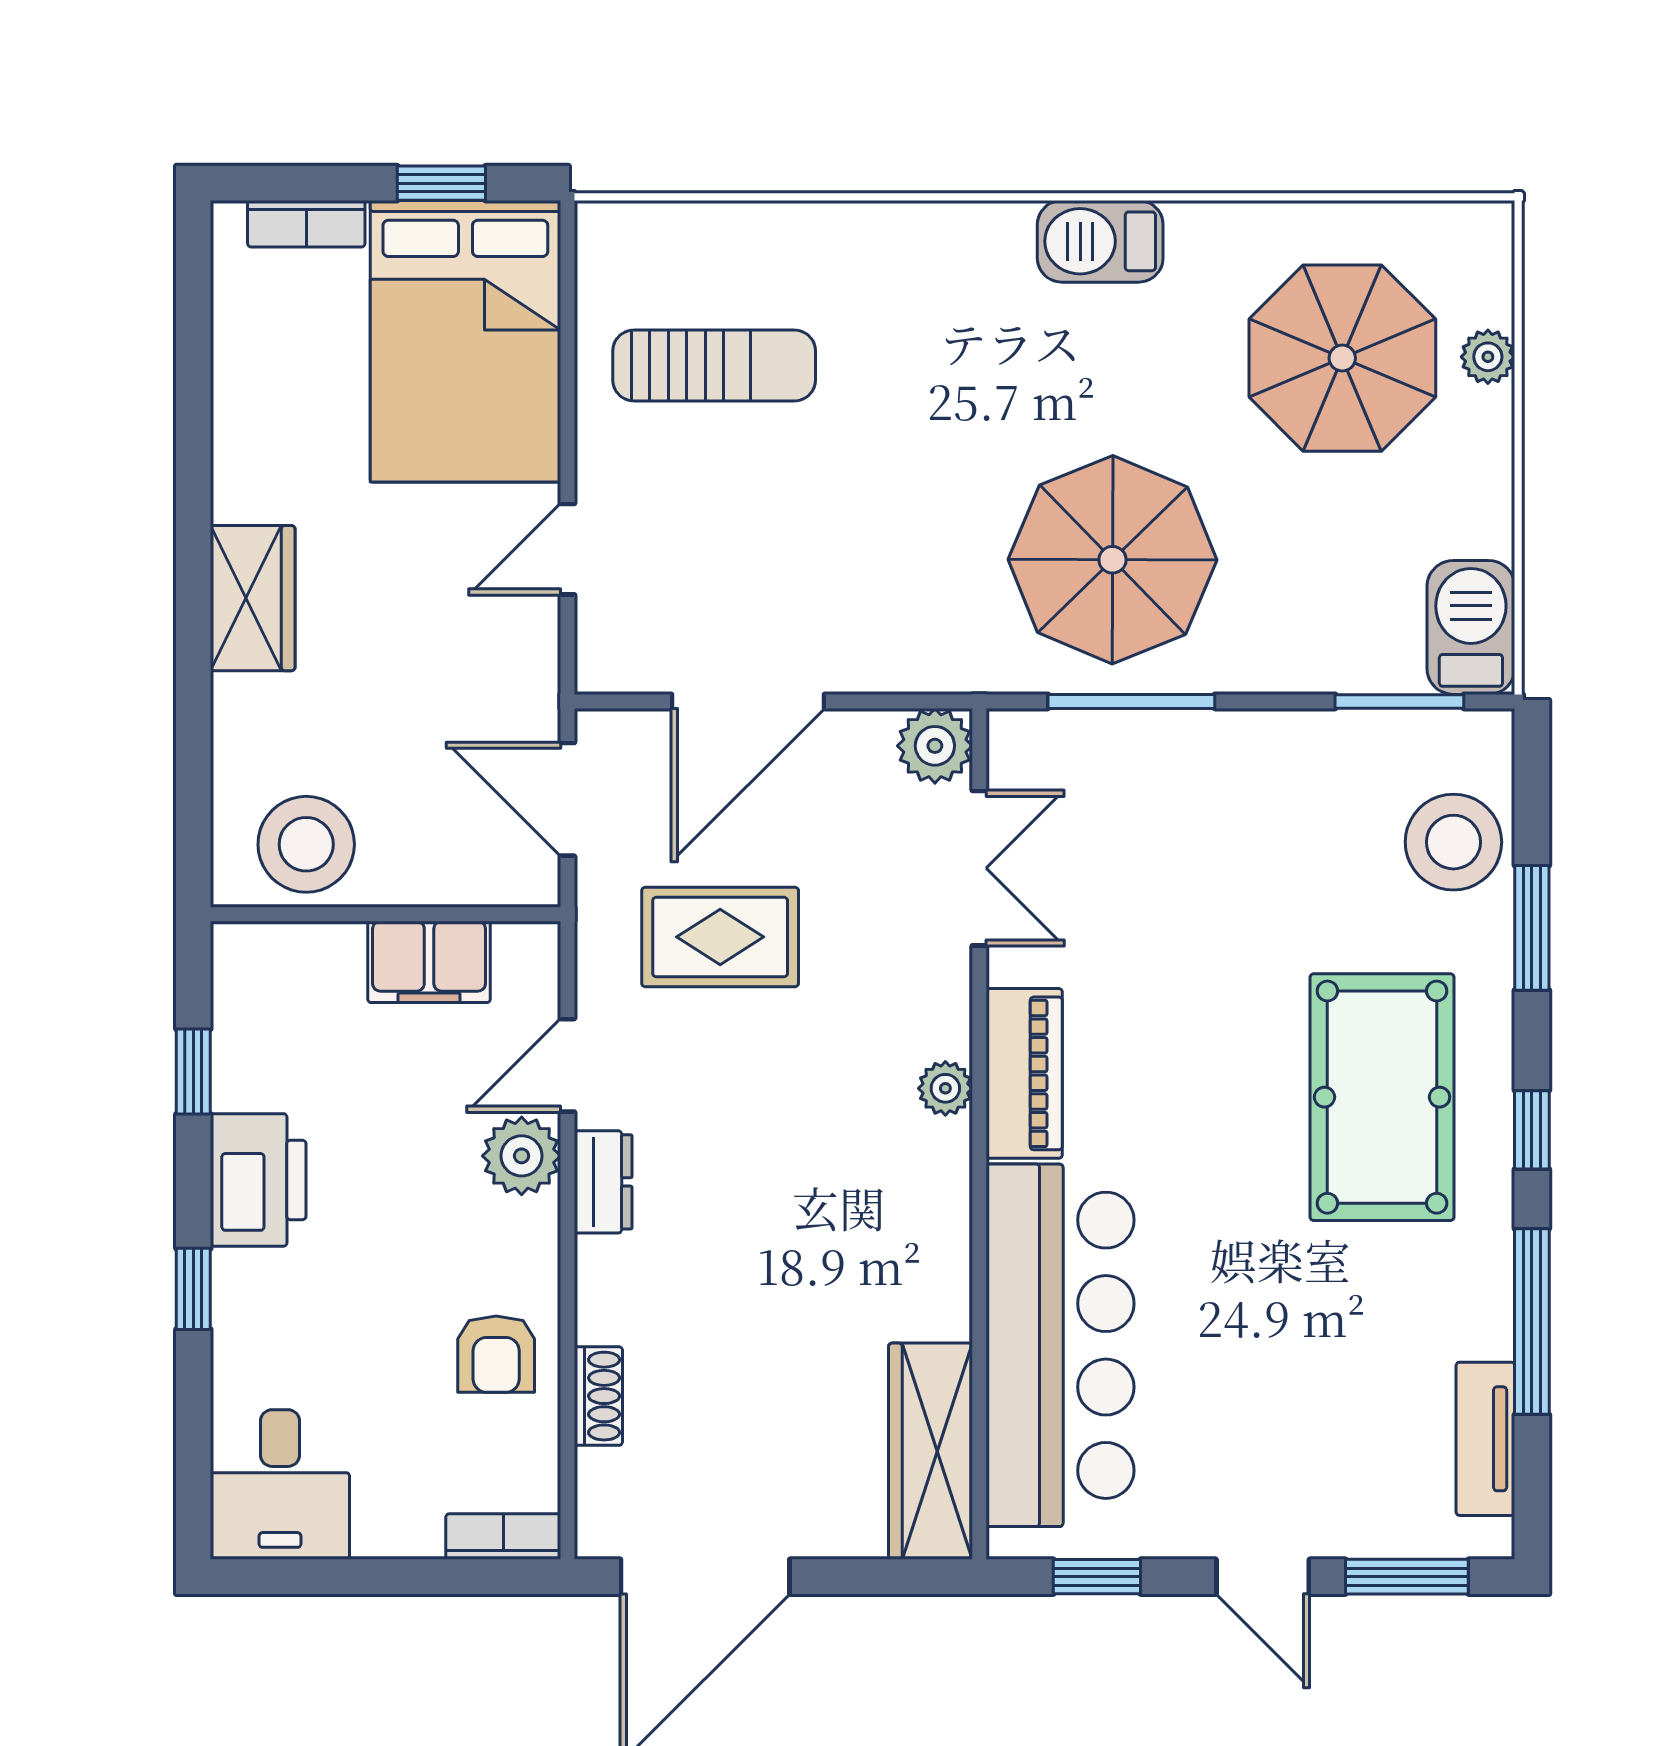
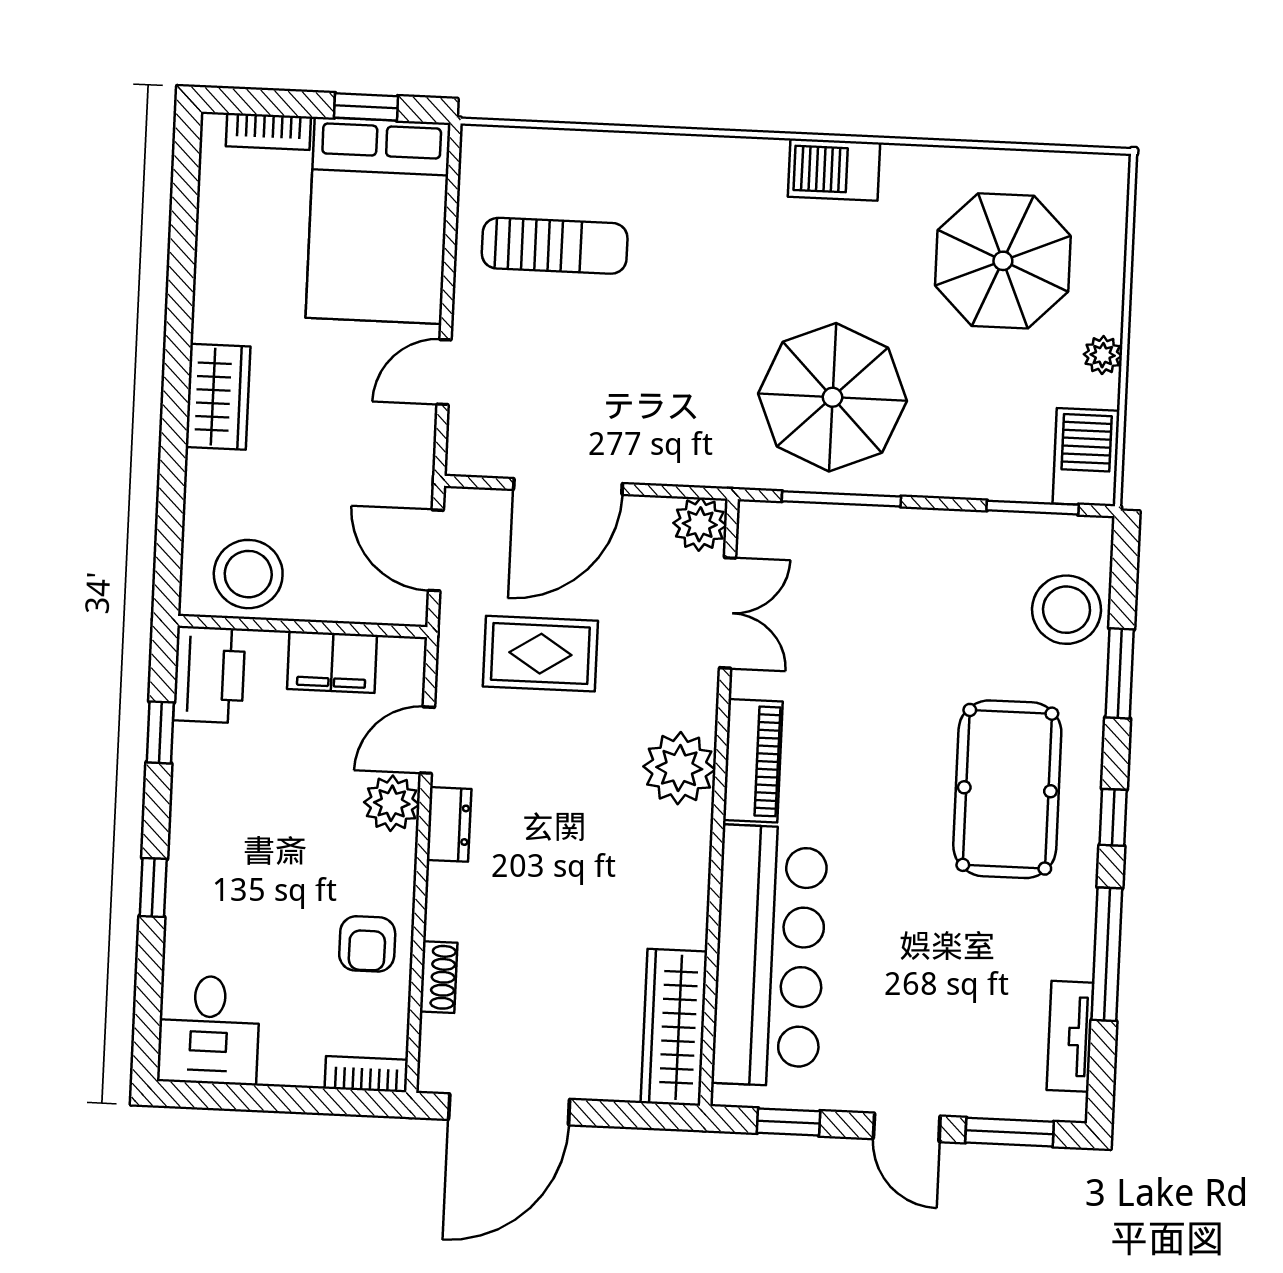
plant: (1488, 357) -> (1103, 355), moved
plant: (945, 1088) -> (679, 768), width x1.88, depth x1.88
printer: (258, 1180) -> (209, 675), moved

